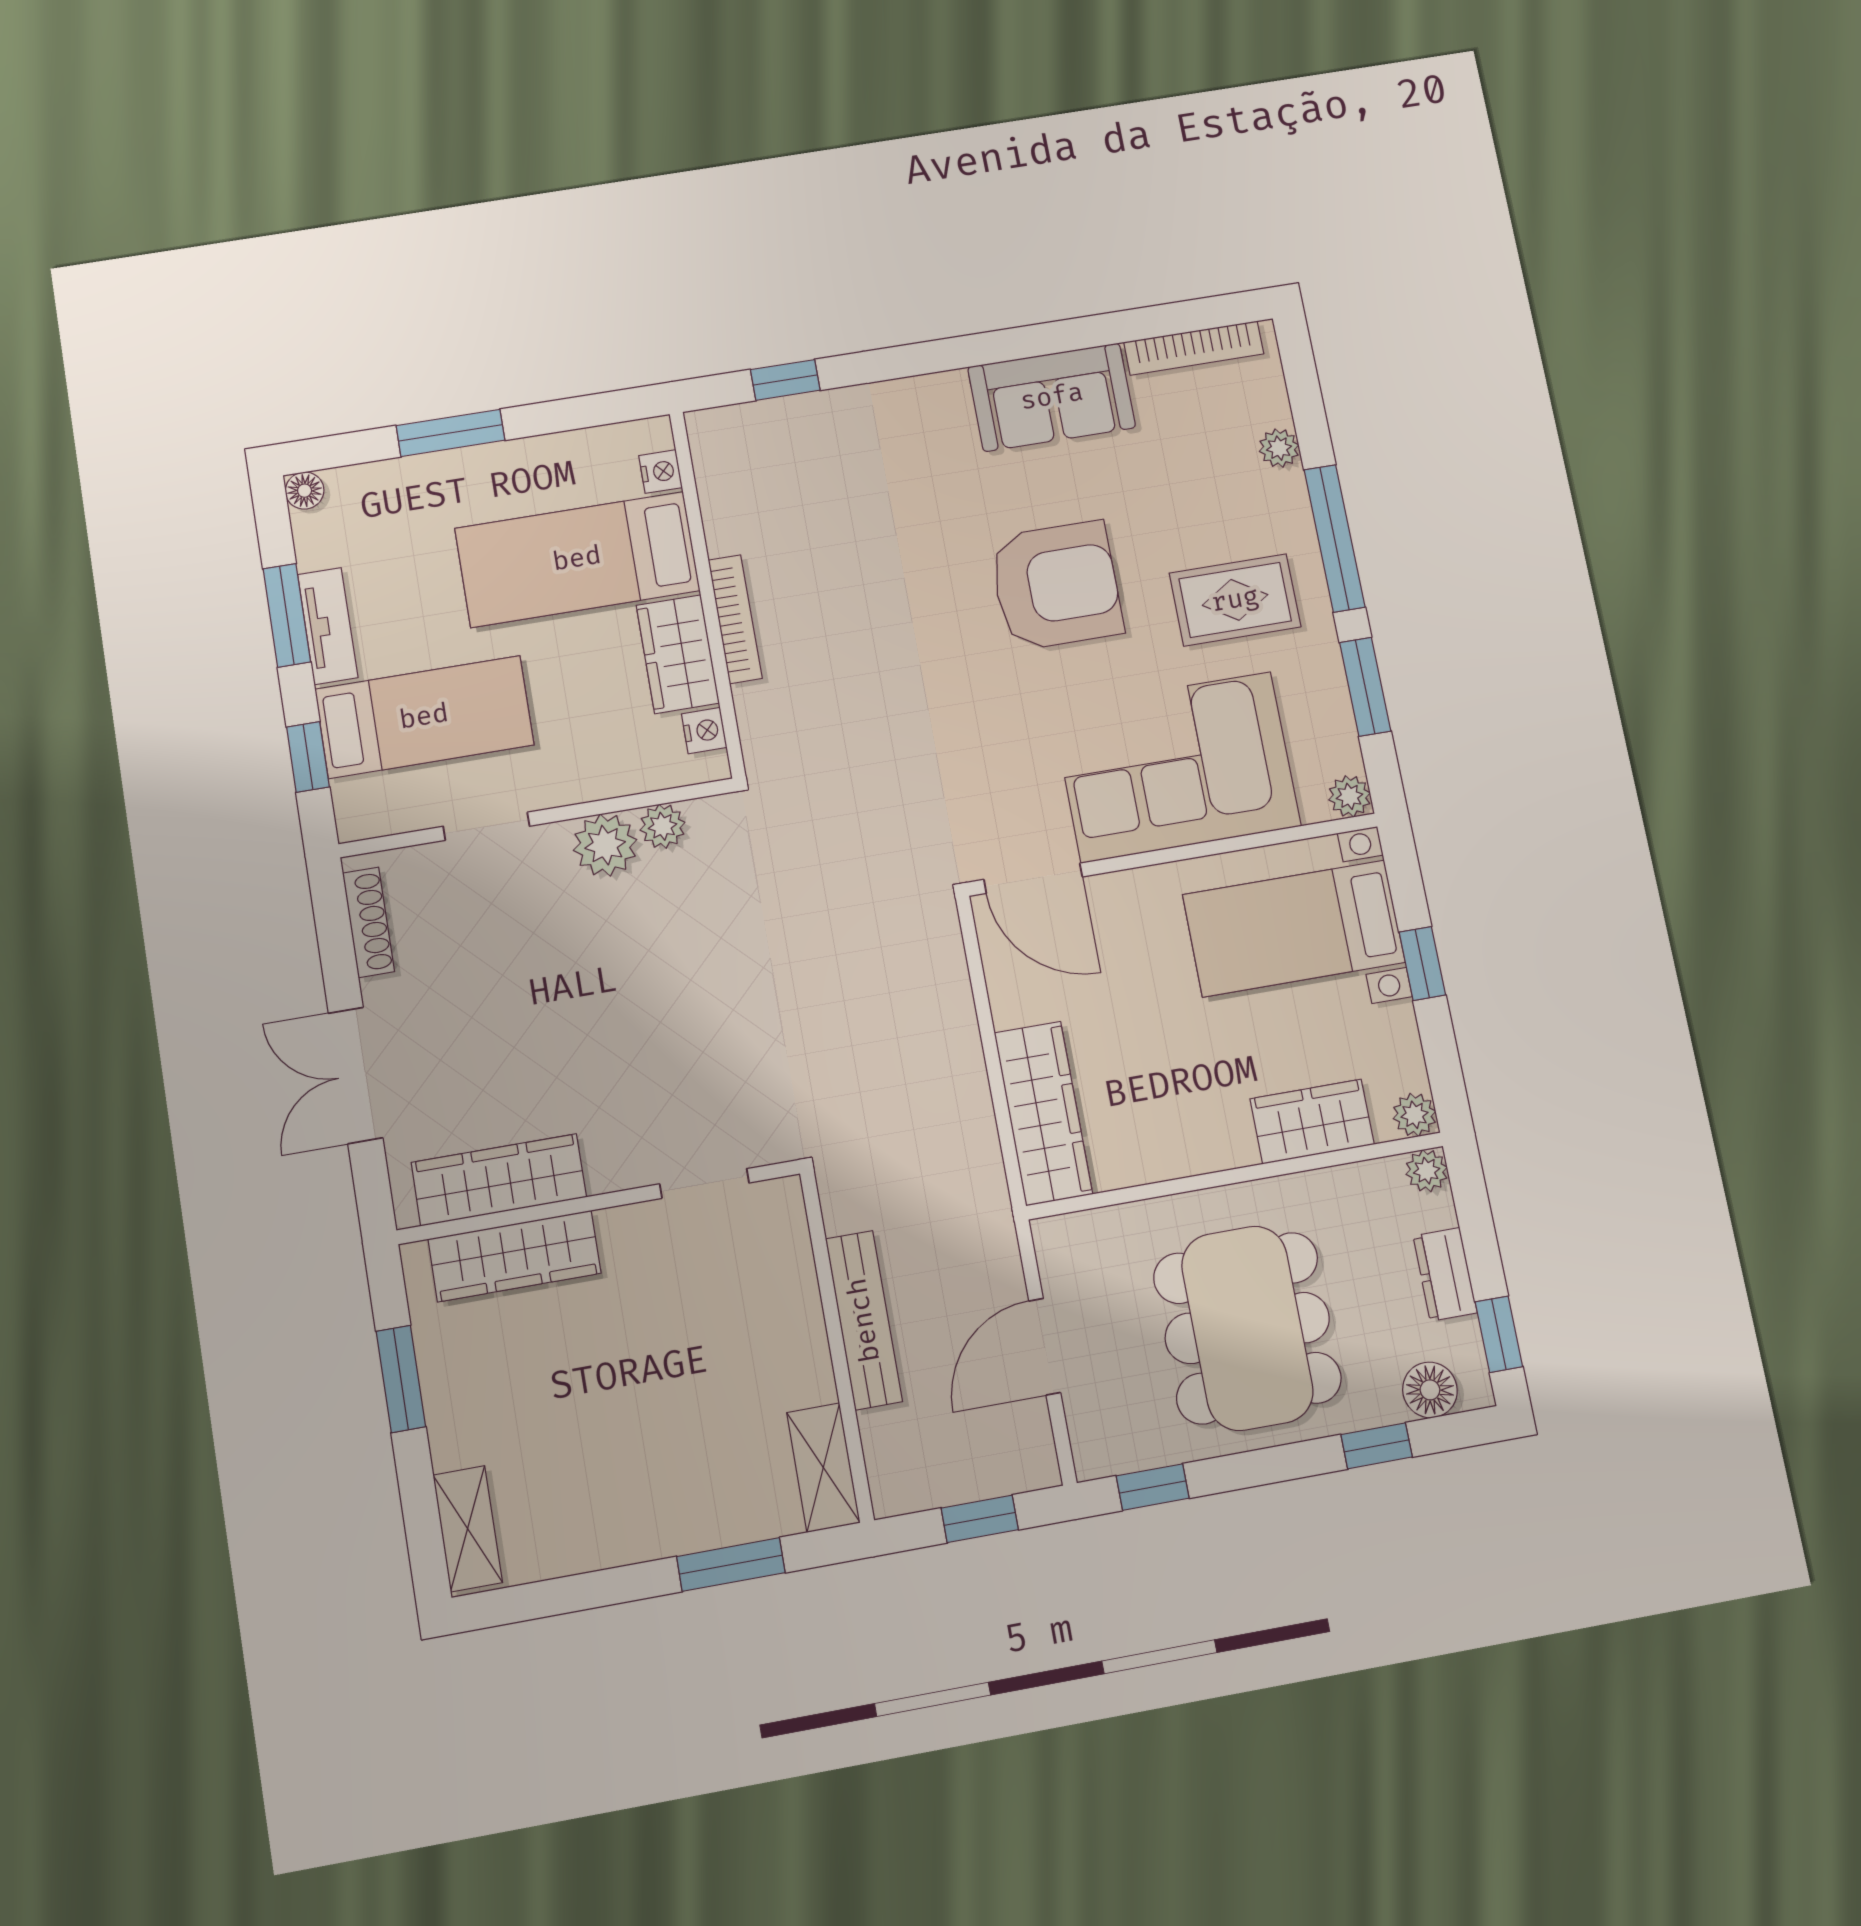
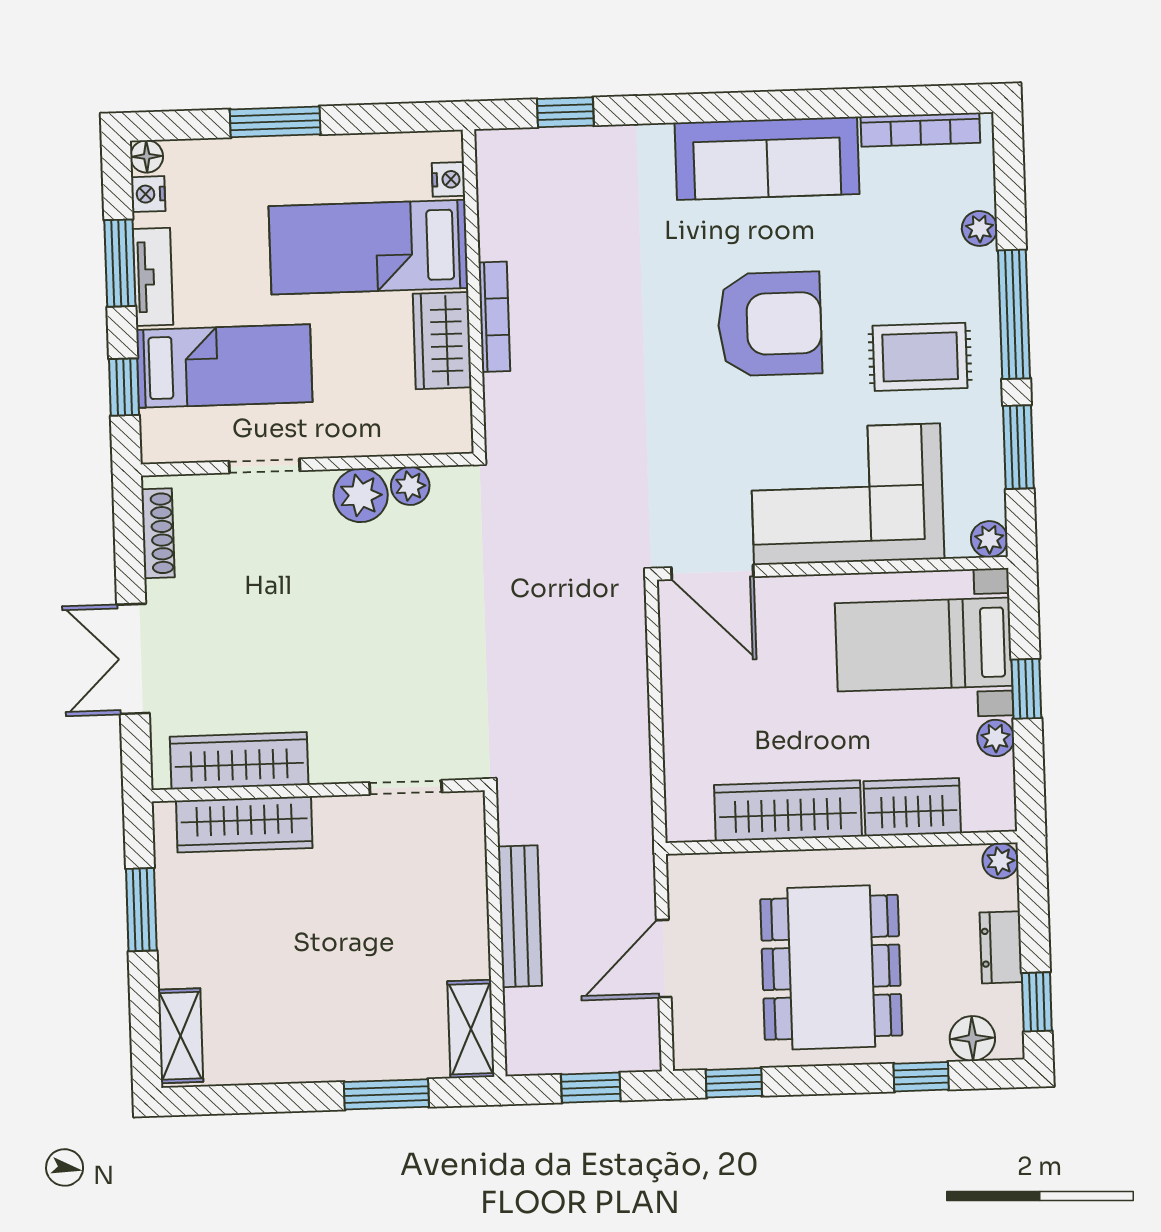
sofa: (1052, 397) -> (767, 158), width x1.36
nightstand: (704, 731) -> (148, 194), moved, turned 180
wardrobe: (1043, 1113) -> (788, 811), moved, turned -90
plant: (1414, 1115) -> (996, 738), moved

